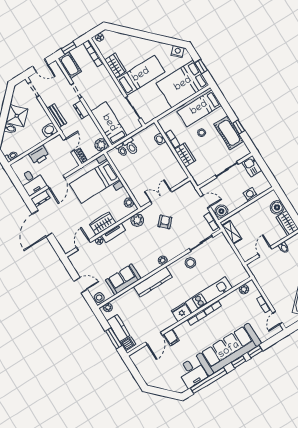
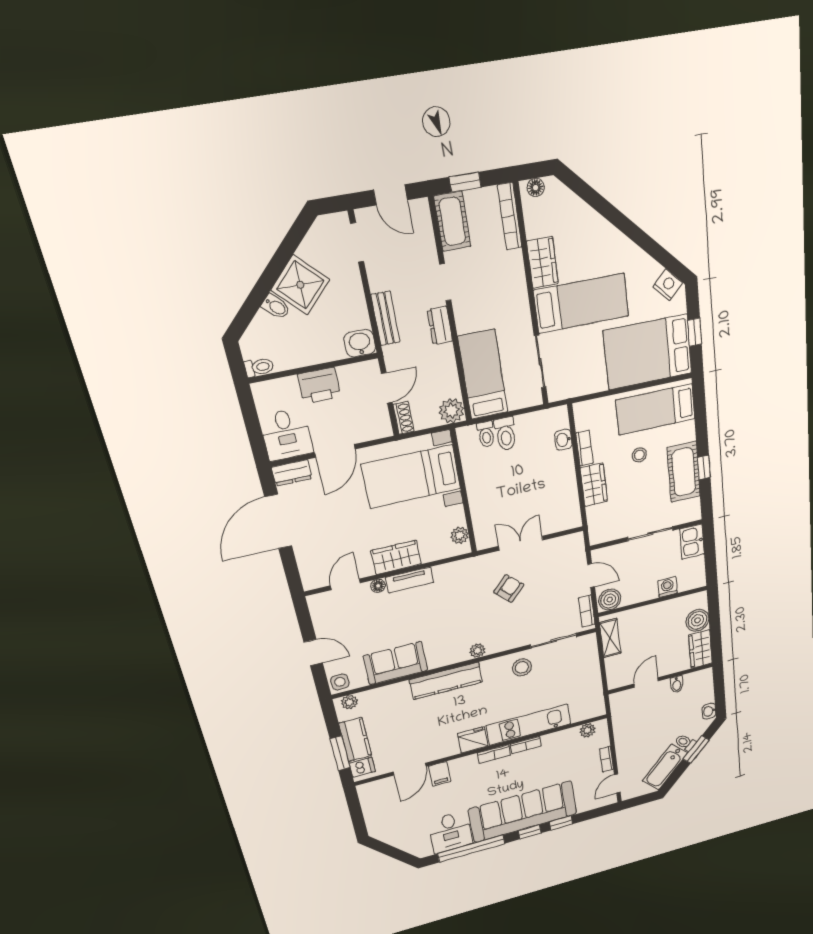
plant: (137, 220) -> (462, 571), removed

